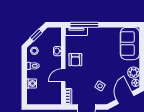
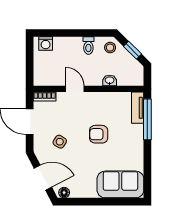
armchair: (75, 60) -> (99, 134), moved
plant: (134, 73) -> (79, 190), removed
washing machine: (32, 84) -> (46, 44), moved

